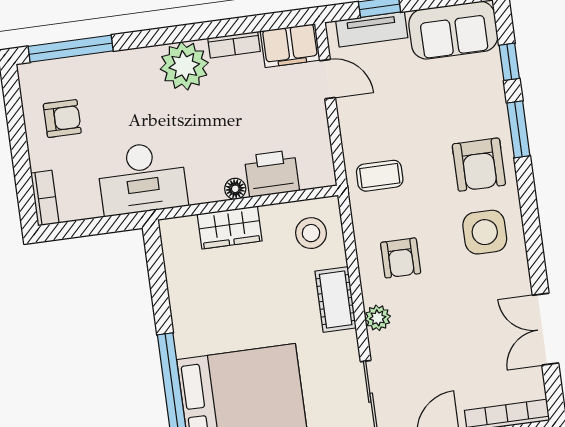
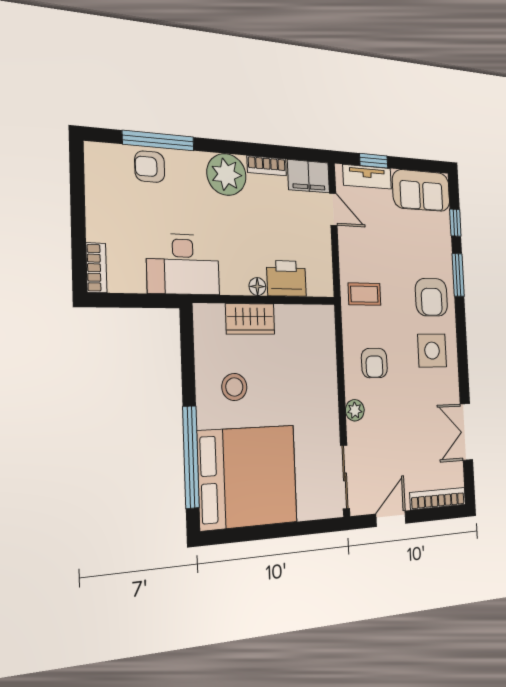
window: (71, 49) -> (158, 141), moved
armchair: (62, 118) -> (150, 167), moved, turned 180
stool: (311, 233) -> (234, 387), moved
cot: (336, 300) -> (326, 391), removed

